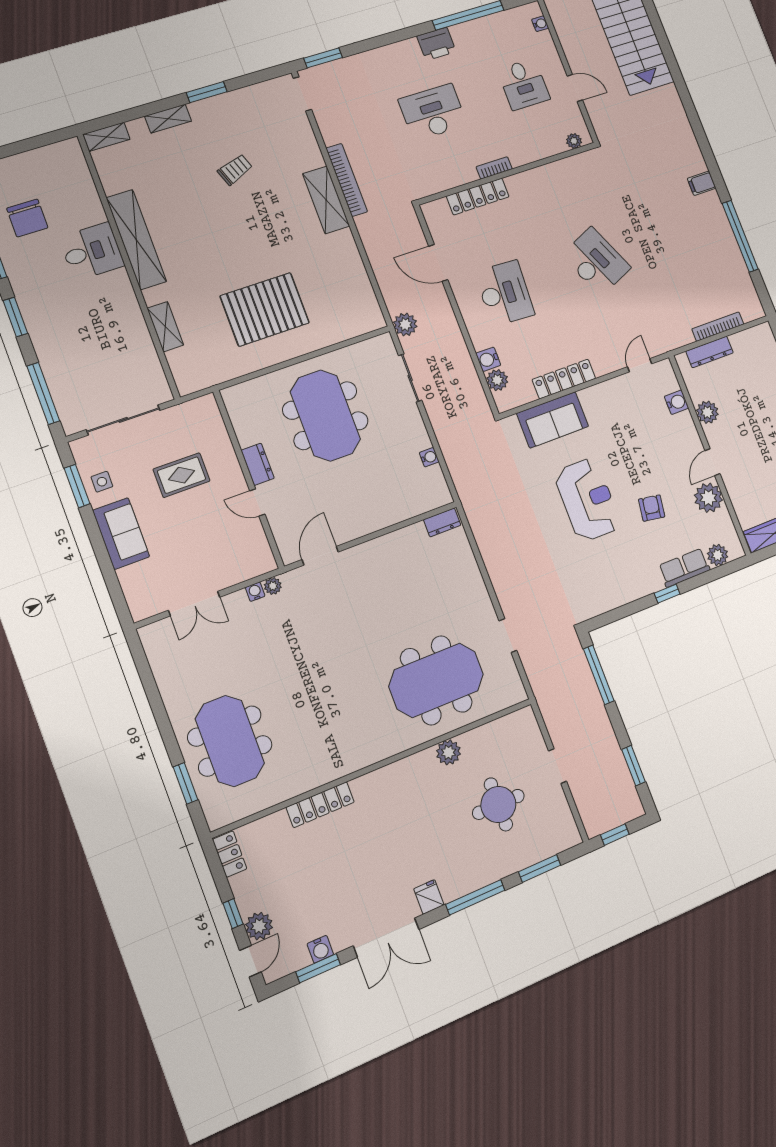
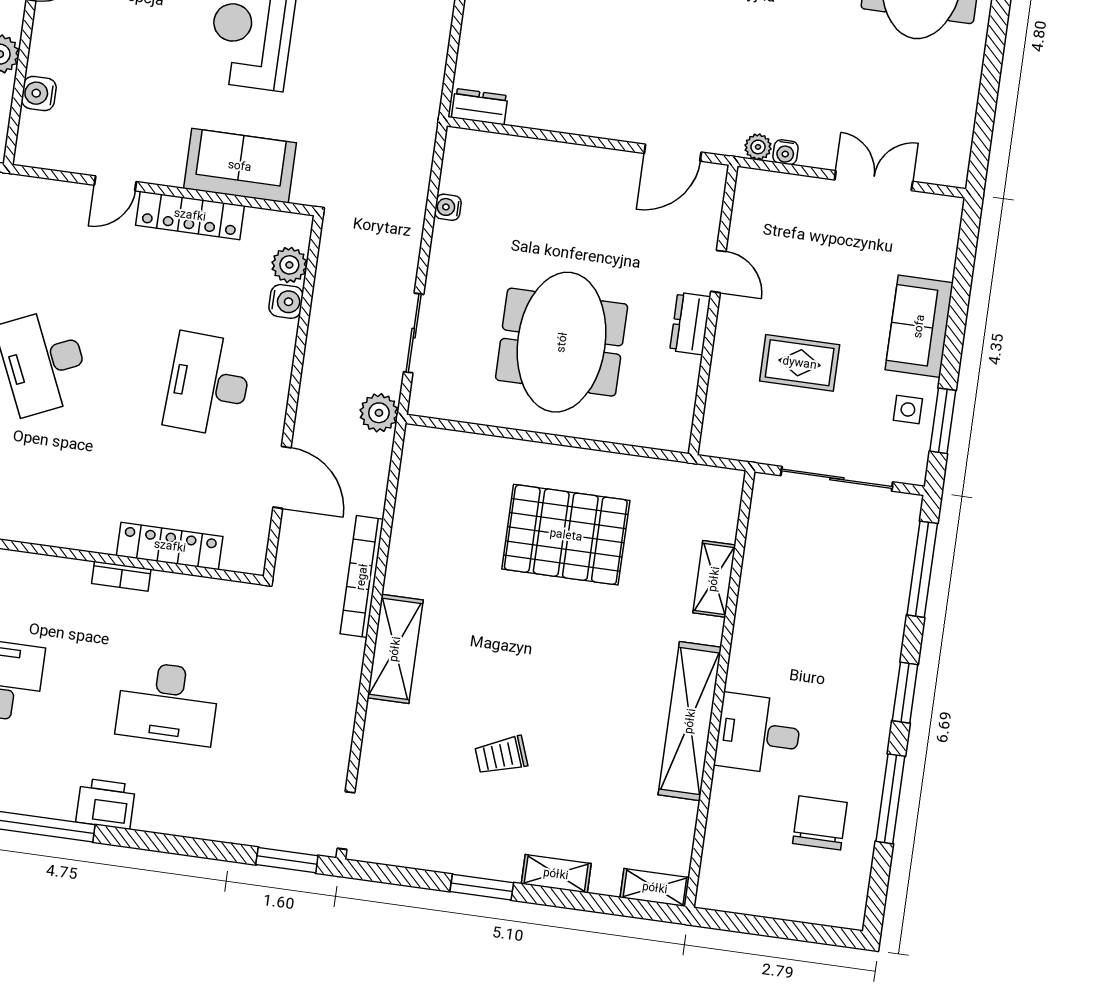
bookcase: (347, 180) -> (362, 577), moved
door: (640, 365) -> (115, 183), moved

